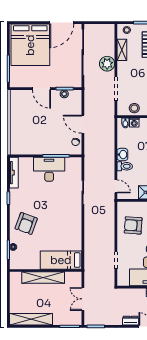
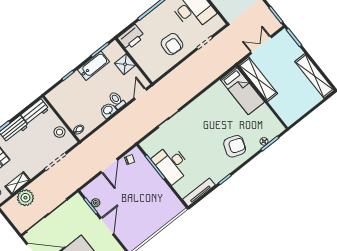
plant: (107, 64) -> (25, 198), moved
washing machine: (134, 122) -> (72, 122), removed
armchair: (133, 225) -> (172, 44), moved
shelving: (43, 278) -> (258, 79), moved
double door: (83, 299) -> (261, 45), swing flipped

